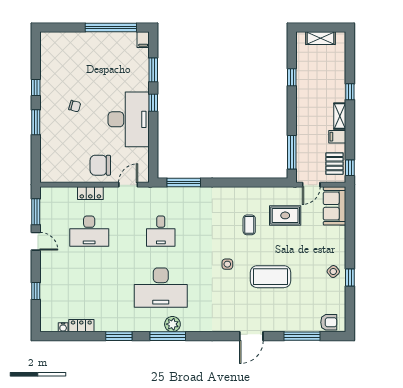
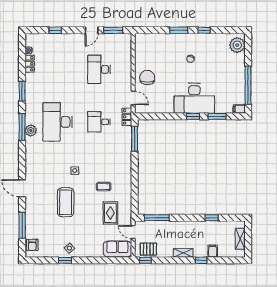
plant: (56, 42) -> (237, 45), added
desk: (129, 119) -> (194, 98), moved
filing cabinet: (337, 137) -> (213, 251), moved
locker: (90, 193) -> (127, 117), moved

